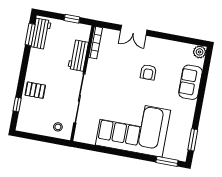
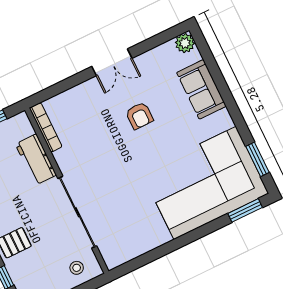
double door: (134, 30) -> (112, 62), moved
corner sofa: (133, 128) -> (205, 183), moved

